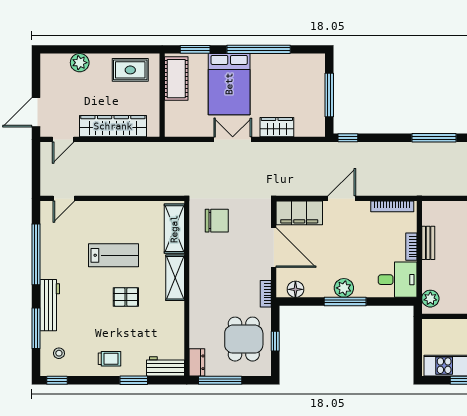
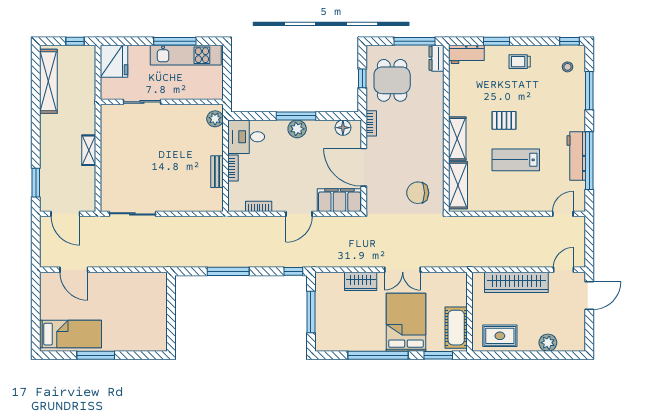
window: (434, 138) -> (228, 271), moved
bookcase: (392, 206) -> (259, 206), width x0.64
workbench: (50, 305) -> (576, 156), moved

